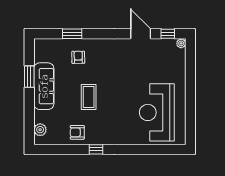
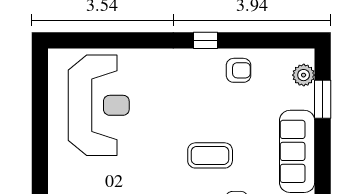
window: (29, 77) -> (323, 99), moved
coffee table: (89, 97) -> (210, 155), moved, turned 90

